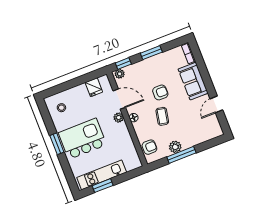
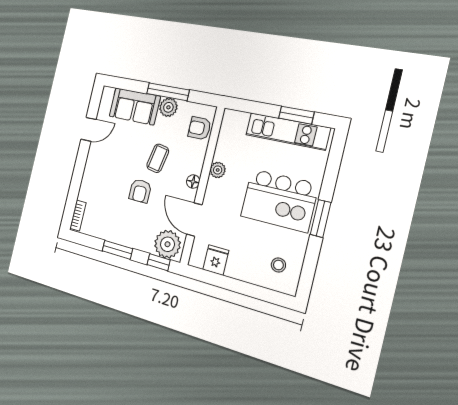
plant: (120, 74) -> (167, 244), width x1.87, depth x1.87
sofa: (193, 81) -> (135, 106), moved, turned 90
armchair: (160, 92) -> (140, 191), turned -90
plant: (119, 118) -> (218, 170), moved

